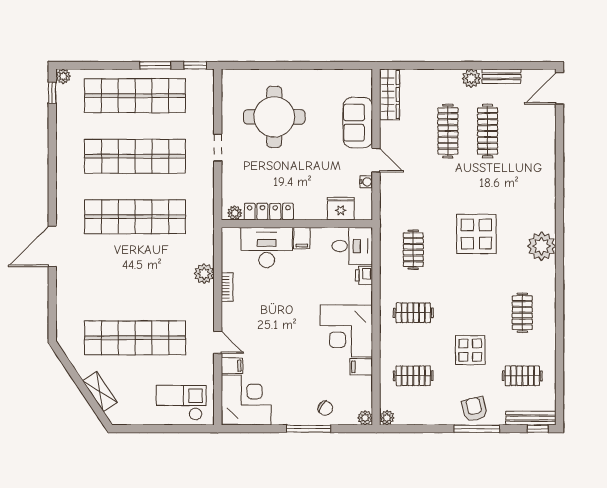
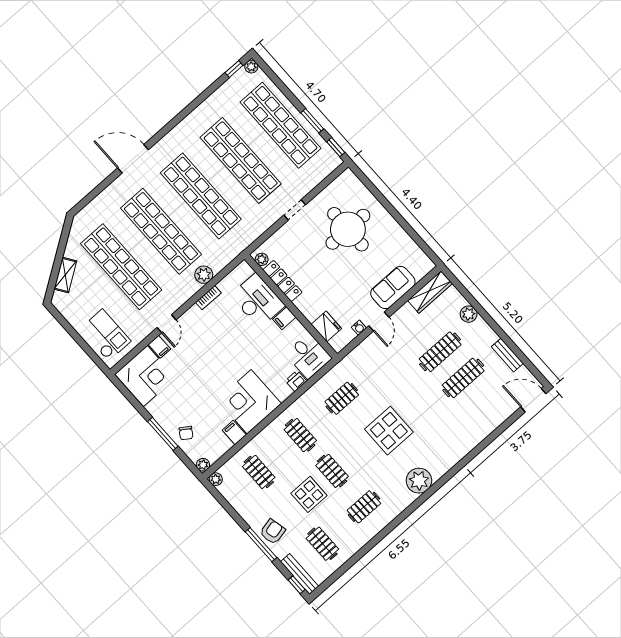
plant: (471, 78) -> (469, 314), moved
shop shelf: (135, 277) -> (161, 231), added
clothes rail: (468, 313) -> (332, 471), added

